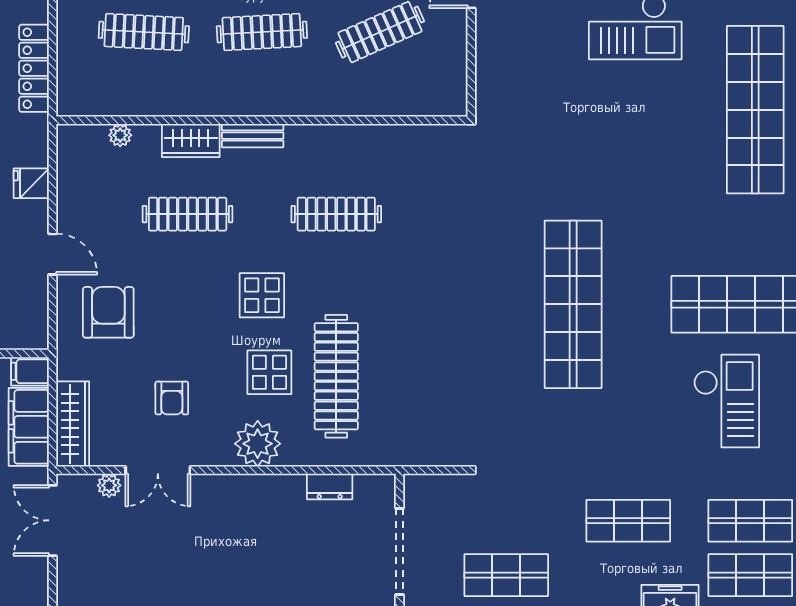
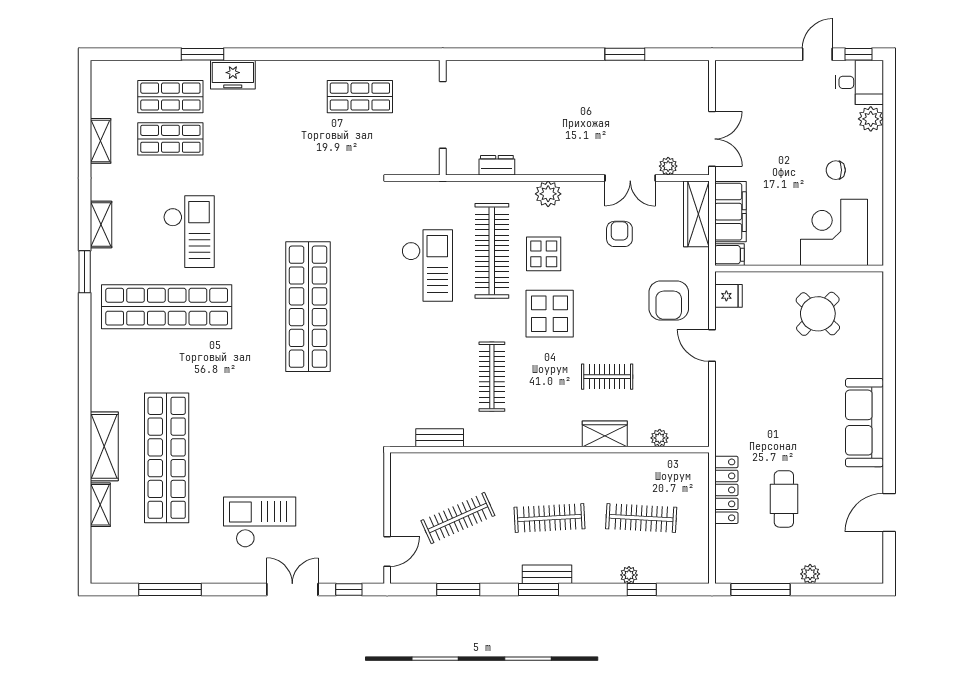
bench: (253, 136) -> (440, 438), moved
fridge: (31, 183) -> (728, 296), moved
clothes rail: (188, 214) -> (607, 377), width x0.73
clothes rail: (336, 214) -> (492, 377), turned 90
display table: (262, 295) -> (550, 314), width x1.36, depth x1.36
checkout: (419, 357) -> (427, 265), added
checkout: (727, 401) -> (189, 232), turned 180
plant: (258, 444) -> (548, 194), width x0.73, depth x0.73
double door: (158, 470) -> (630, 178), swing flipped
shop shelf: (628, 521) -> (265, 139), removed

